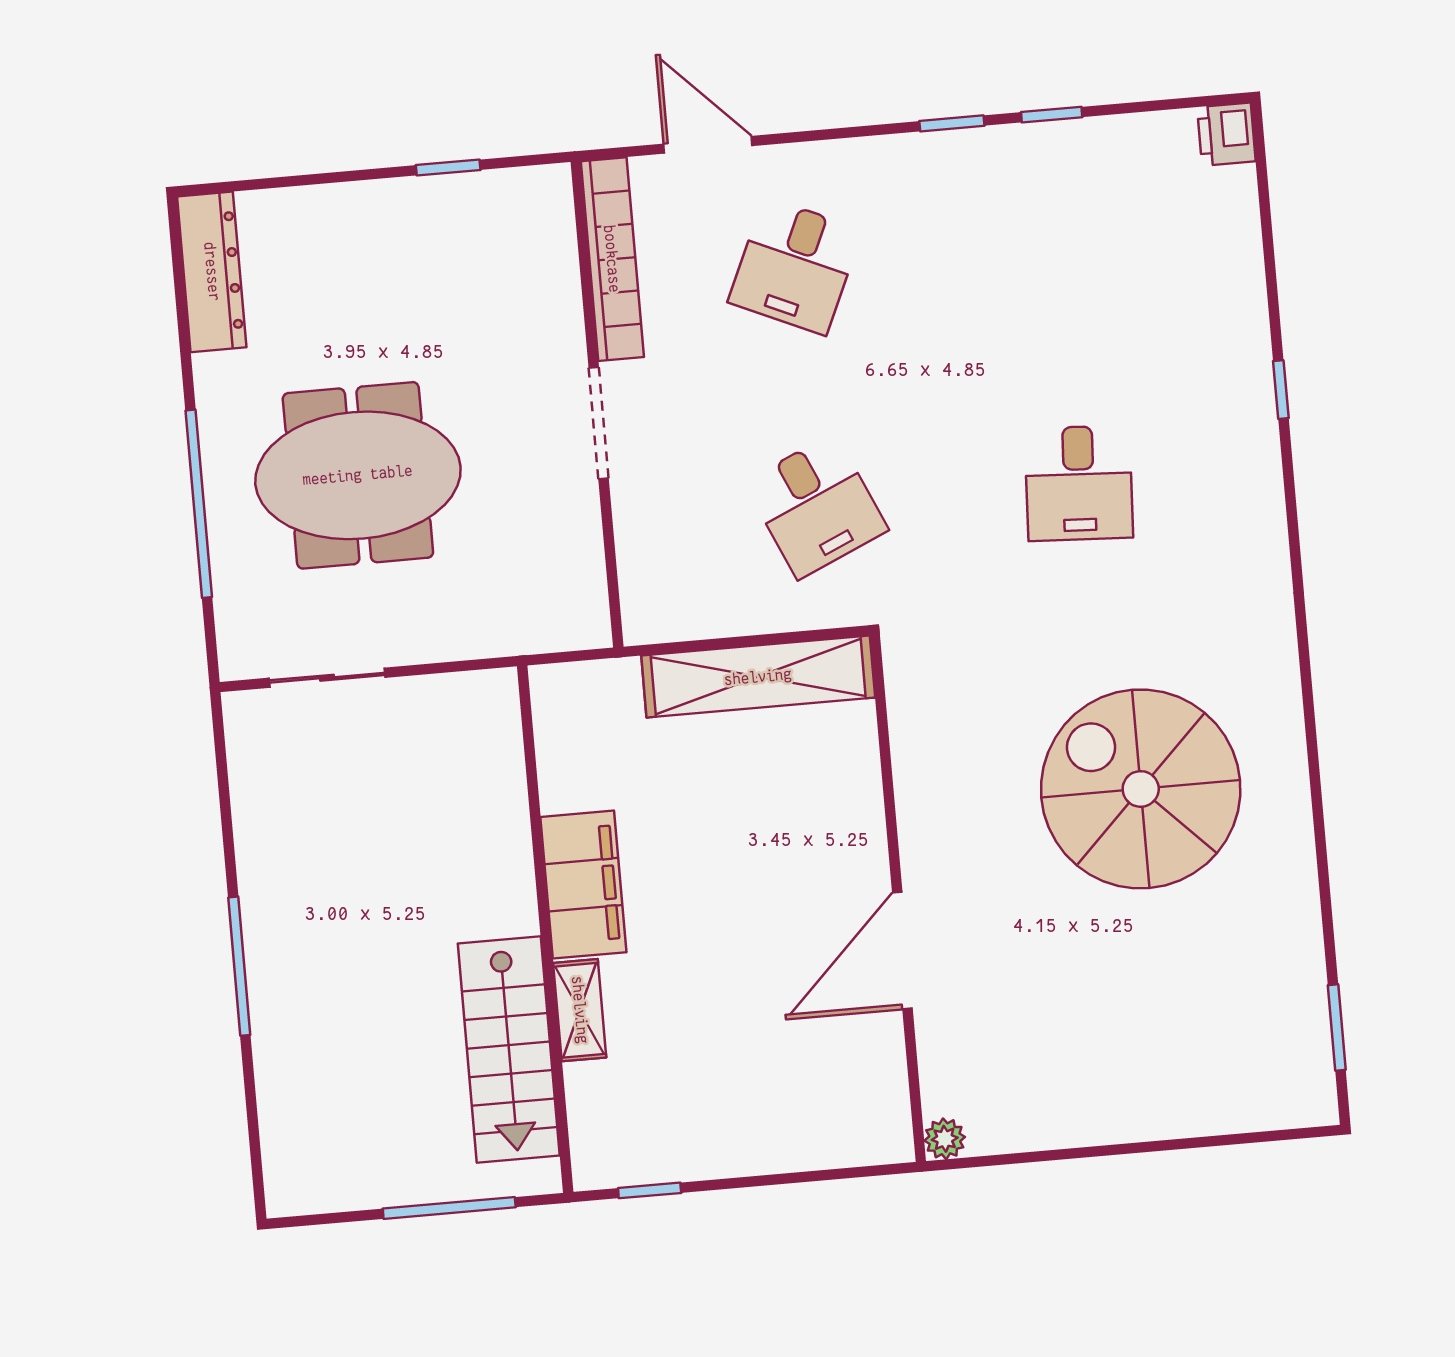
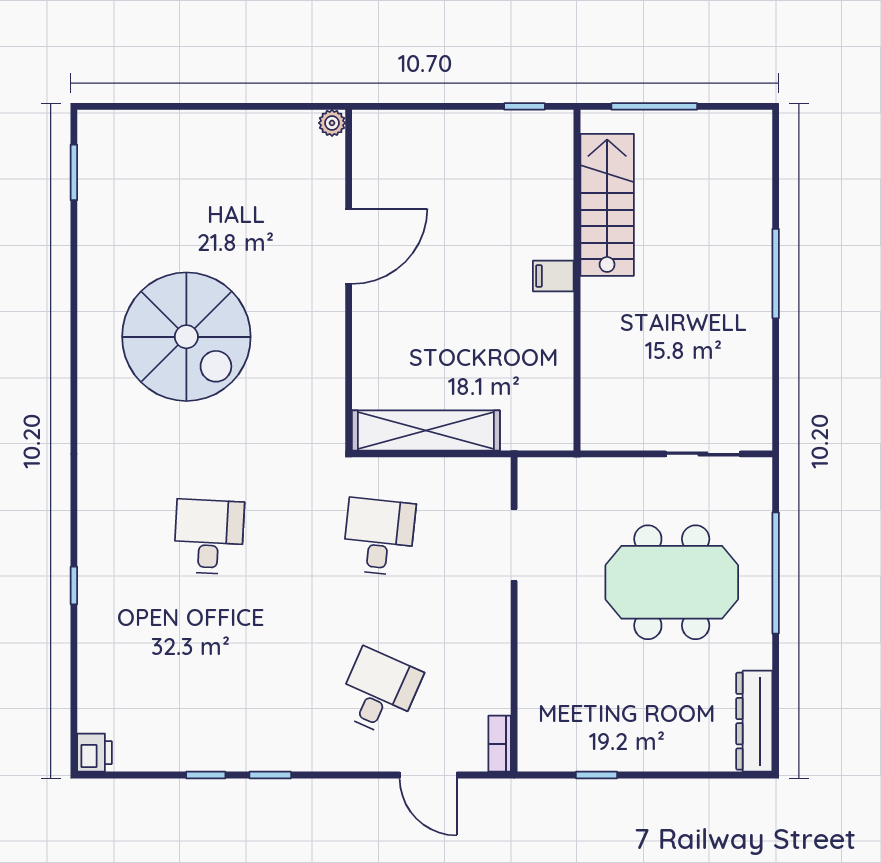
bookcase: (612, 259) -> (500, 744), width x0.43, depth x0.76
doorway: (599, 423) -> (514, 545), moved
desk: (816, 506) -> (379, 537), turned 30
filing cabinet: (583, 885) -> (553, 276), width x0.33, depth x0.86
shelving: (580, 1010) -> (559, 226), removed

